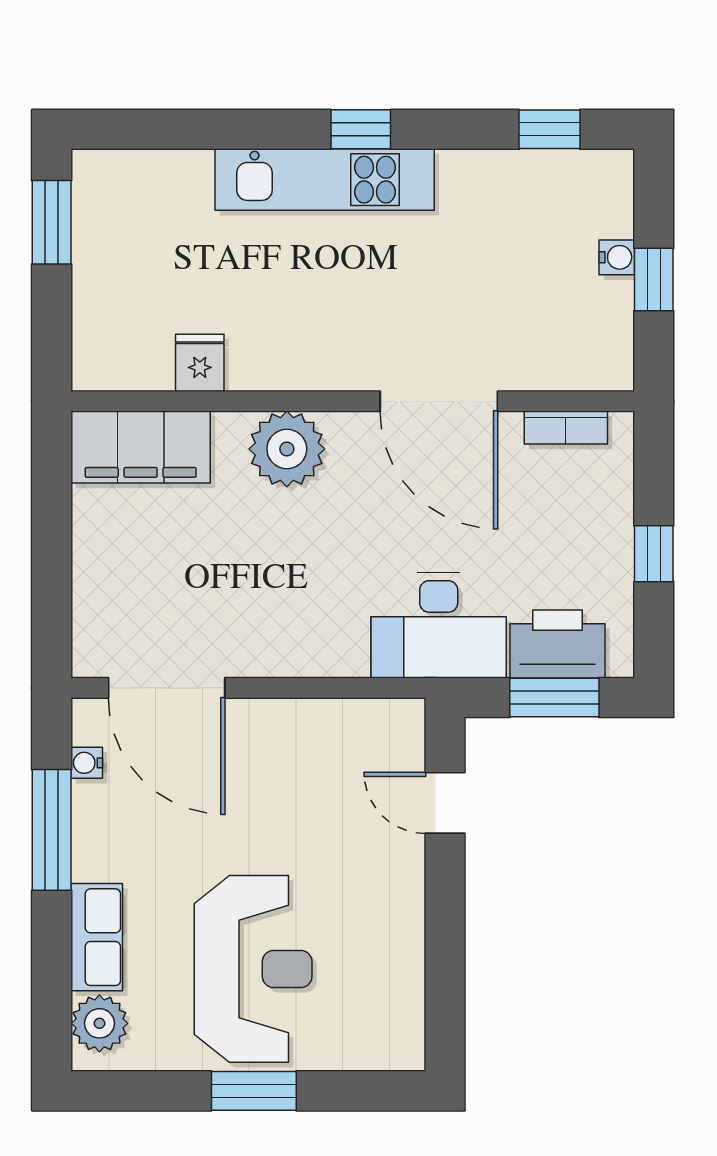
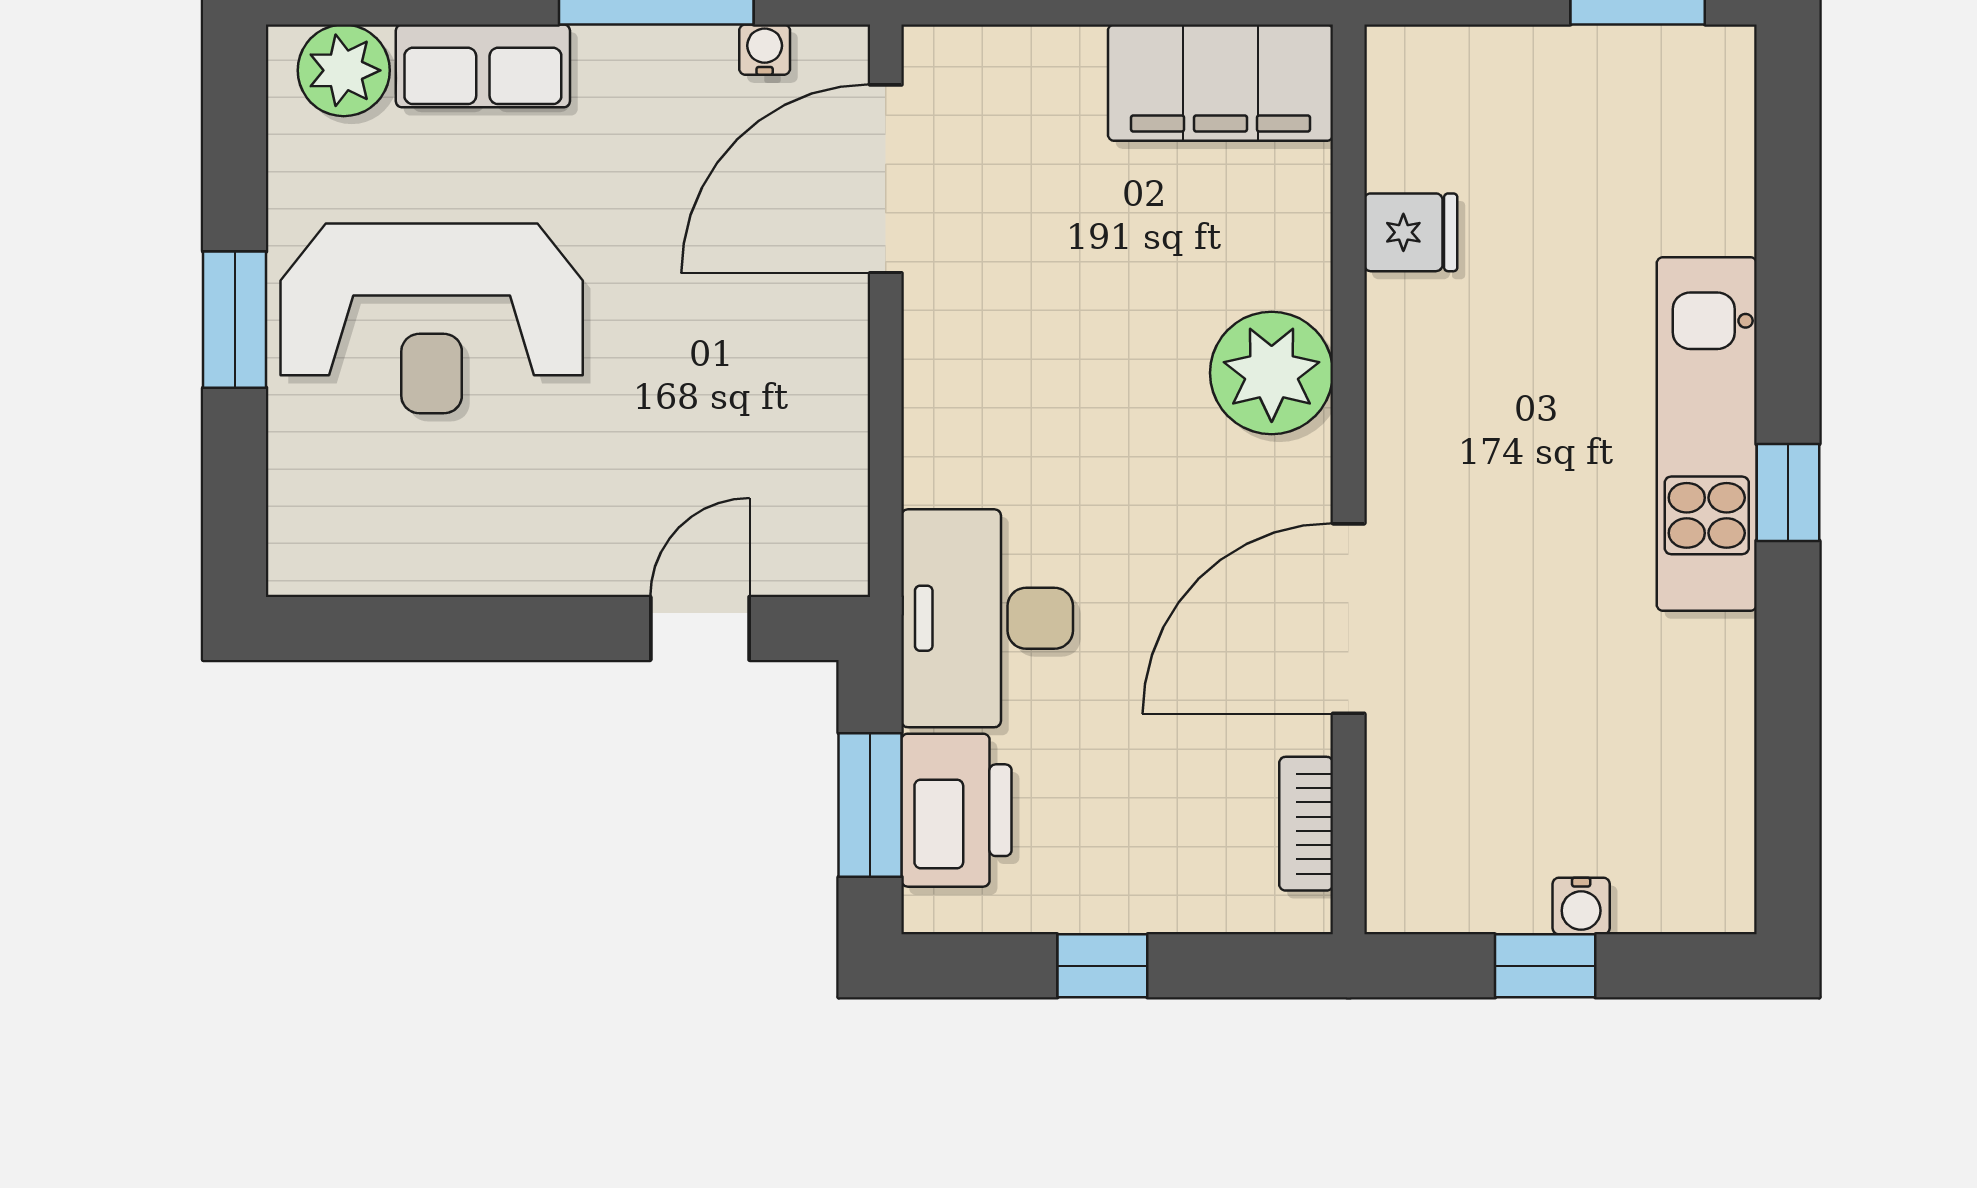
window: (550, 129) -> (1788, 797), removed
filing cabinet: (141, 447) -> (1220, 83), moved, turned -90

